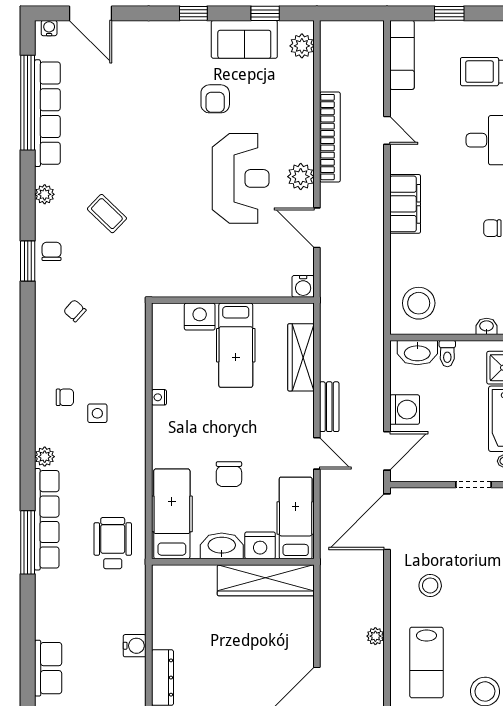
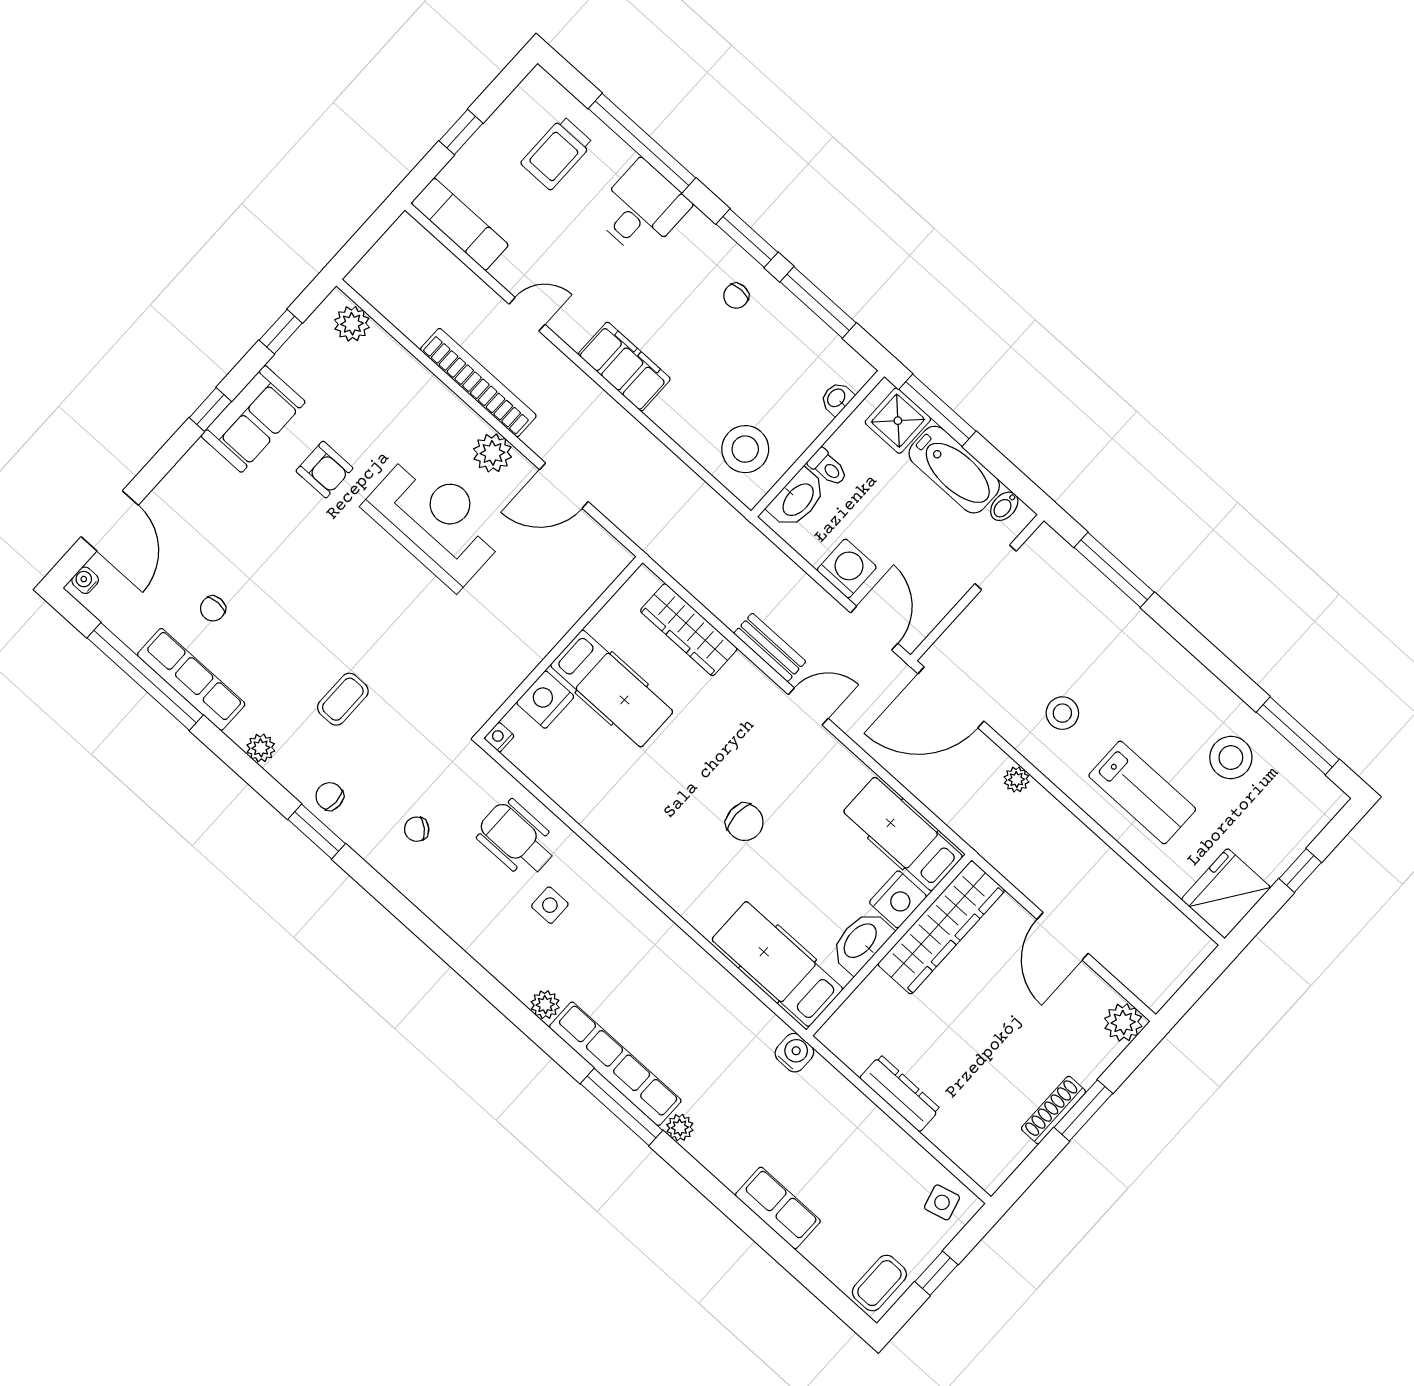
door: (90, 13) -> (110, 521), hinge flipped
sofa: (244, 39) -> (253, 419), moved
row of seats: (47, 113) -> (191, 679), width x0.73
coffee table: (107, 214) -> (343, 699), turned -44
water cooler: (303, 286) -> (614, 558), removed
chair: (65, 397) -> (213, 609), moved, turned 180
nightstand: (159, 397) -> (499, 737), moved, turned 90
hospital bed: (172, 514) -> (777, 964), moved
hospital bed: (296, 518) -> (903, 834), moved
door: (387, 522) -> (951, 697), hinge flipped
wheelchair: (113, 543) -> (517, 839), moved
nightstand: (260, 545) -> (898, 899), moved
washbasin: (222, 546) -> (861, 941), moved
wall: (233, 562) -> (889, 945), moved
wardrobe: (266, 580) -> (941, 927), moved
plant: (44, 581) -> (680, 1128), added
plant: (375, 636) -> (1016, 779), moved
water cooler: (135, 646) -> (794, 1053), moved

